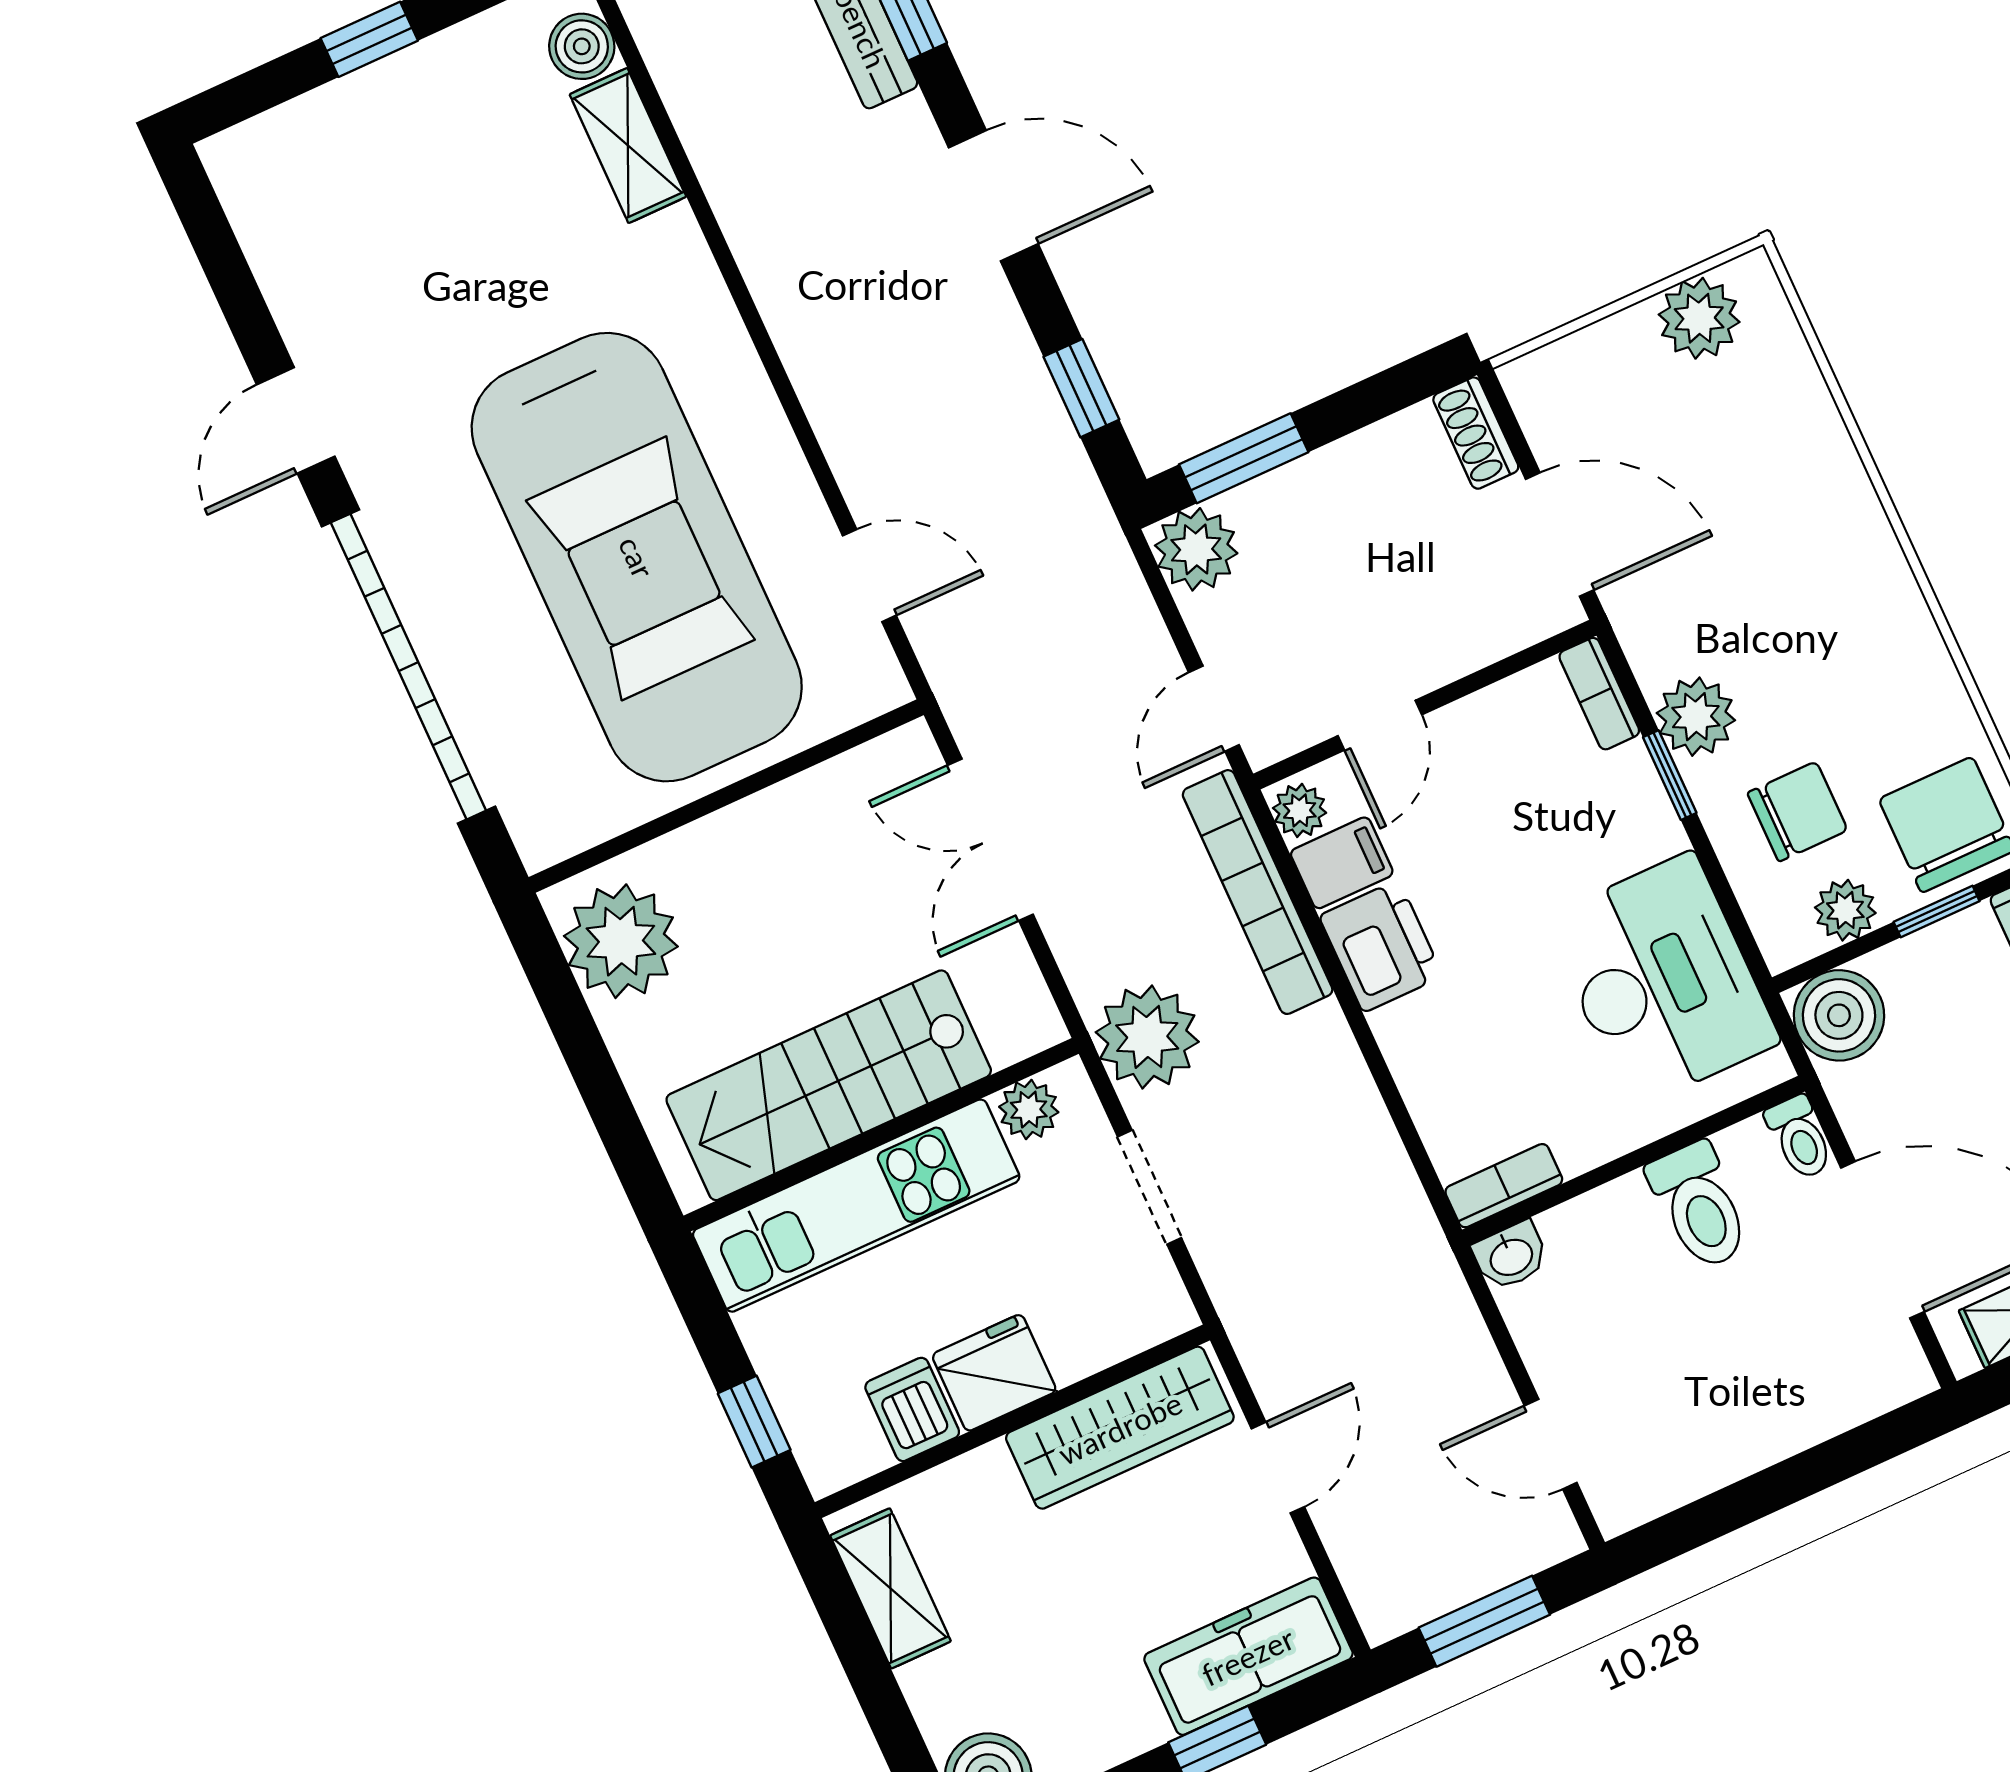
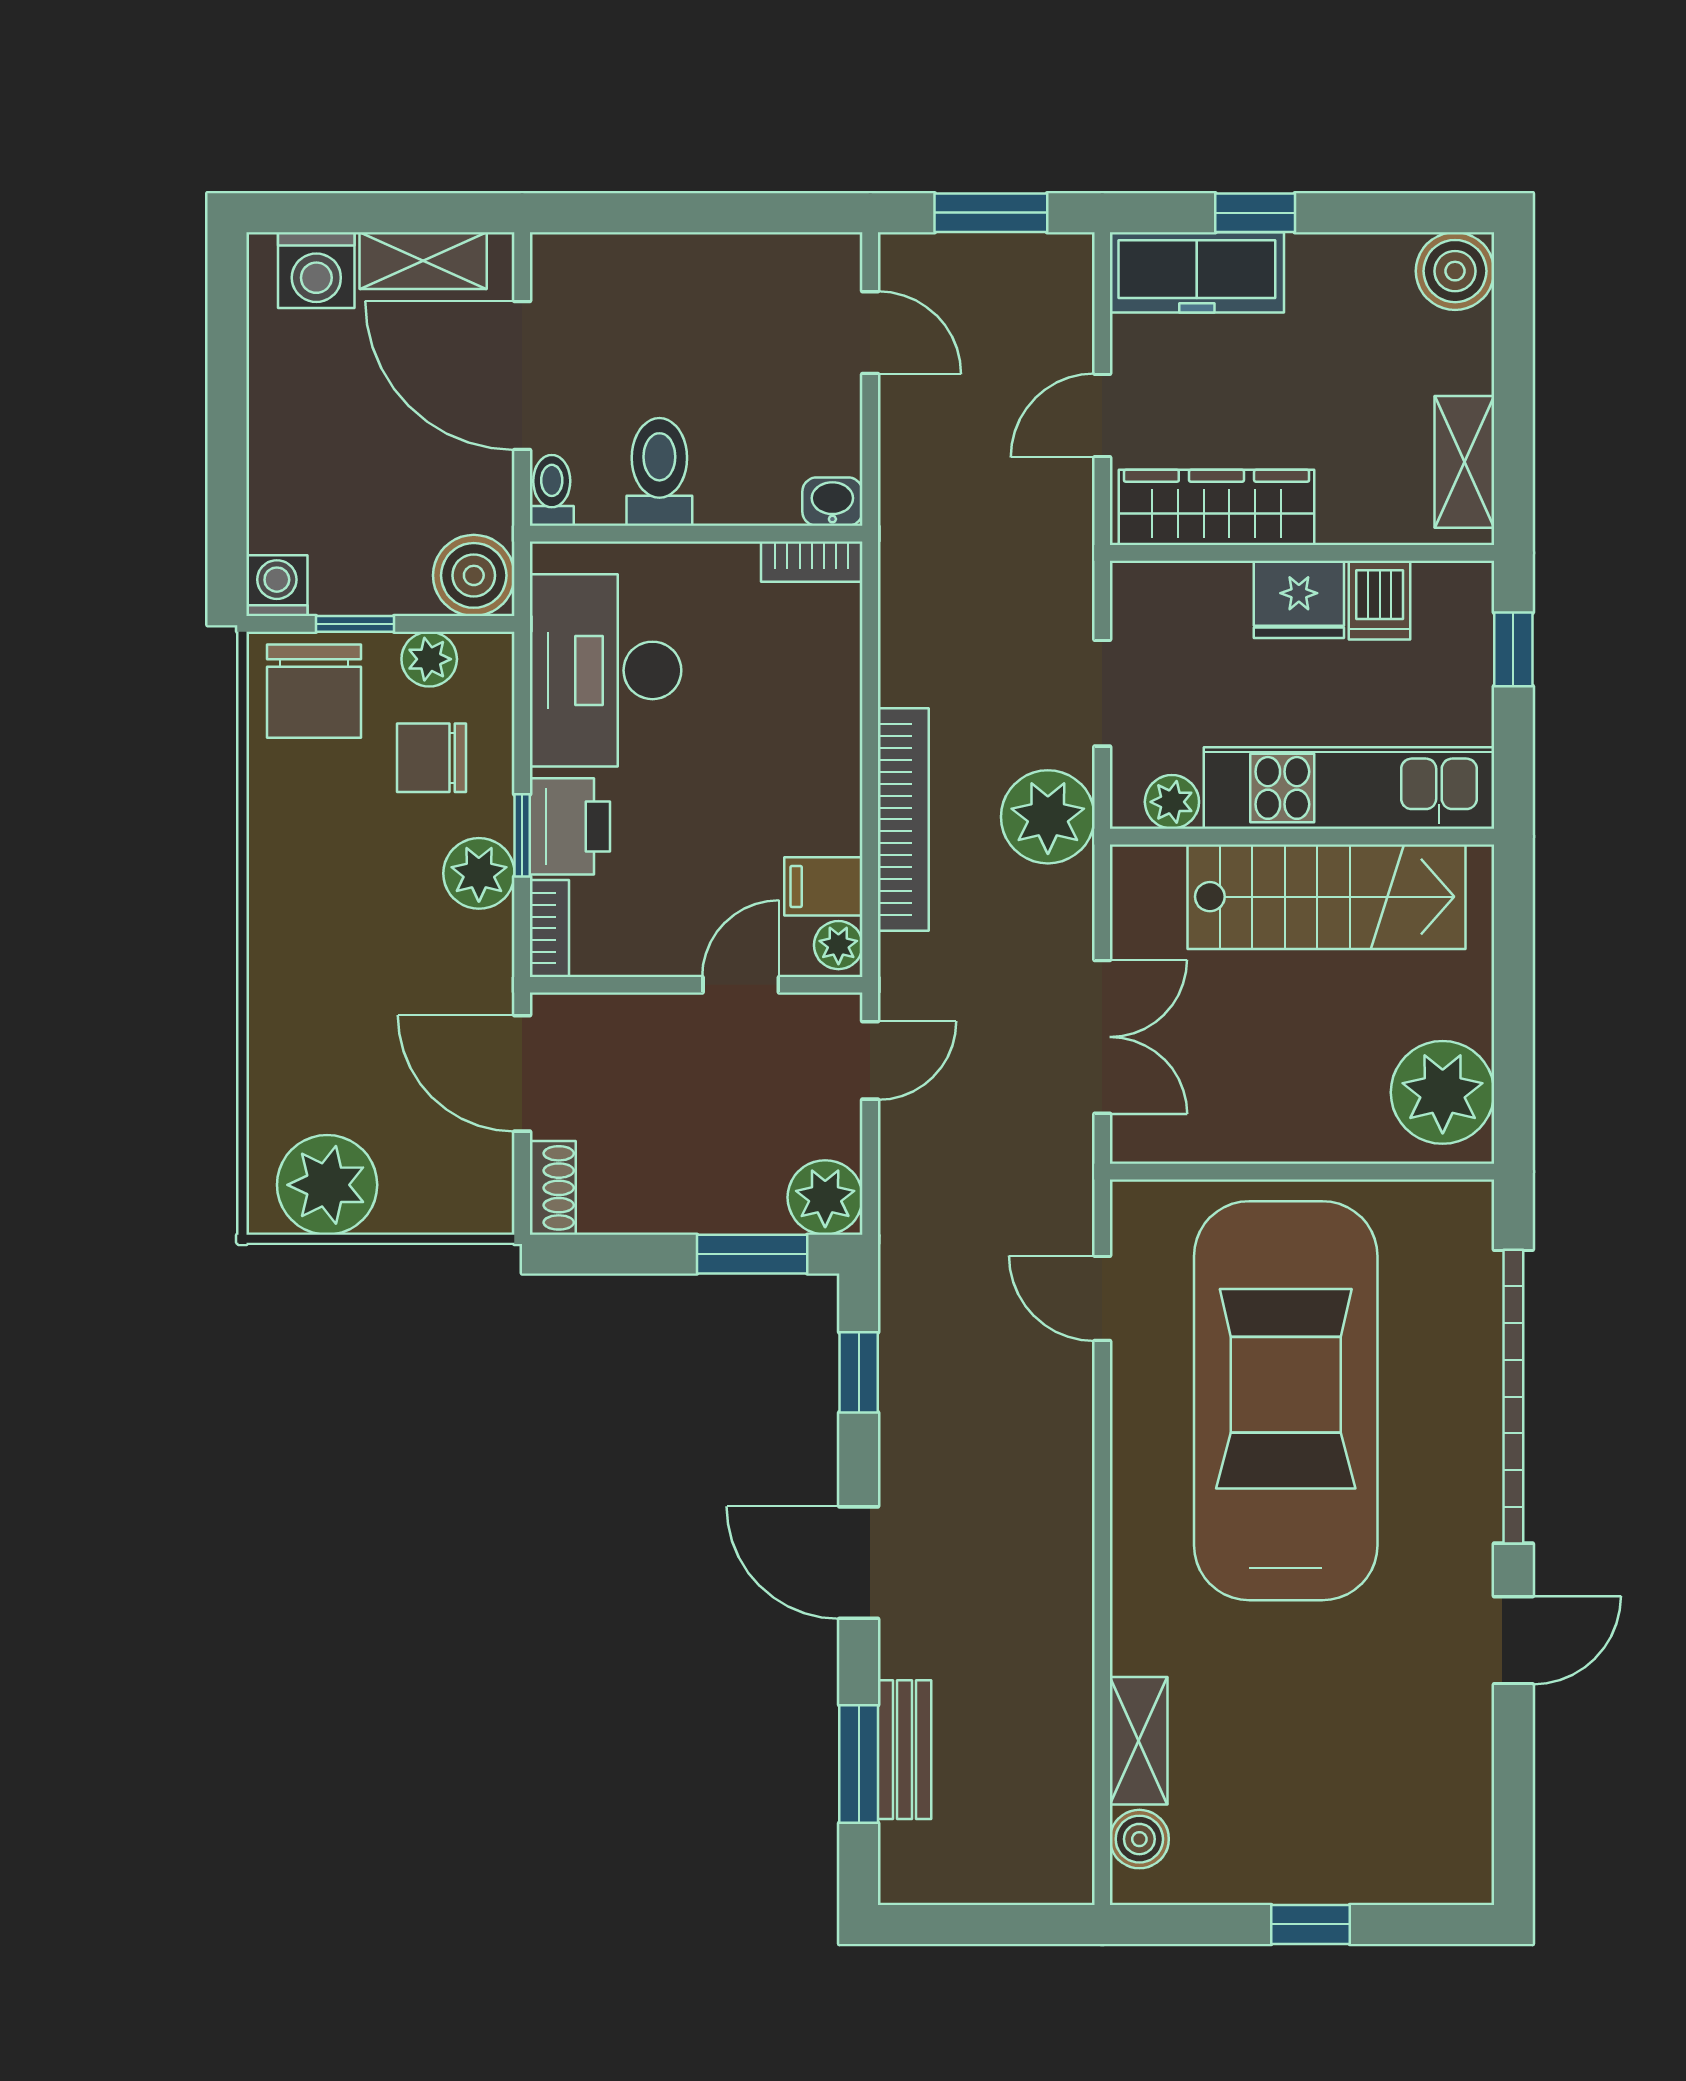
plant: (1699, 318) -> (327, 1185), width x1.36, depth x1.36
bookcase: (1258, 892) -> (903, 819), moved
printer: (1381, 946) -> (570, 826), moved, turned 180

